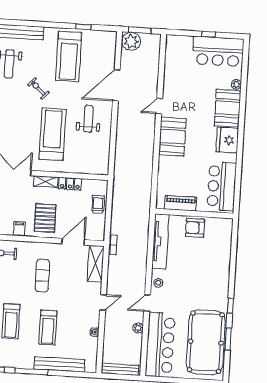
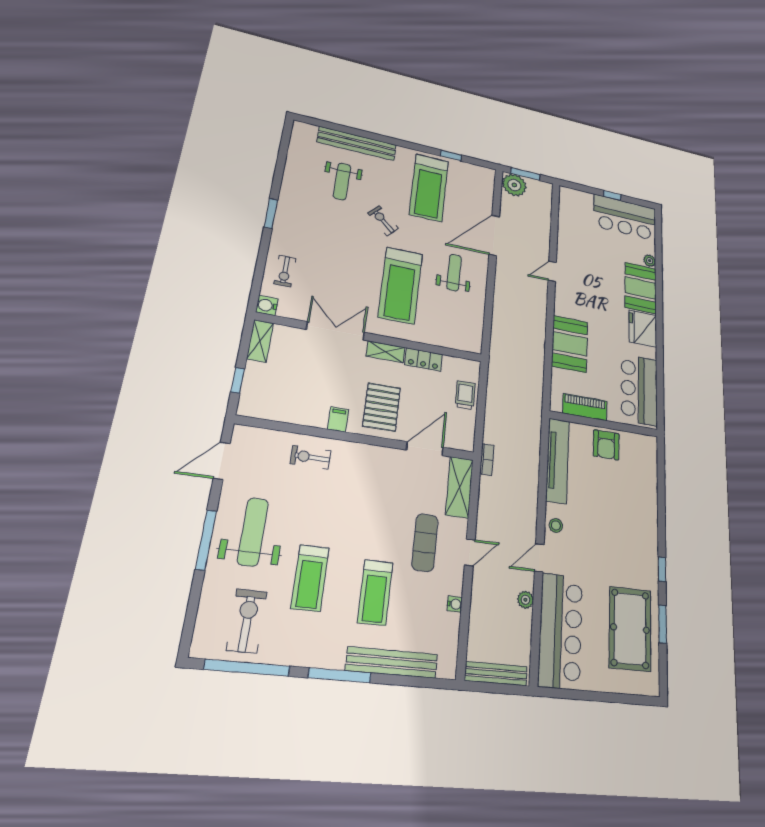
treadmill: (53, 134) -> (400, 285), turned 180
booth: (172, 137) -> (570, 344), moved
armchair: (195, 228) -> (606, 445), turned -90
exercise mat: (42, 276) -> (425, 543), moved
pool table: (206, 342) -> (630, 629), width x0.73, depth x0.76

